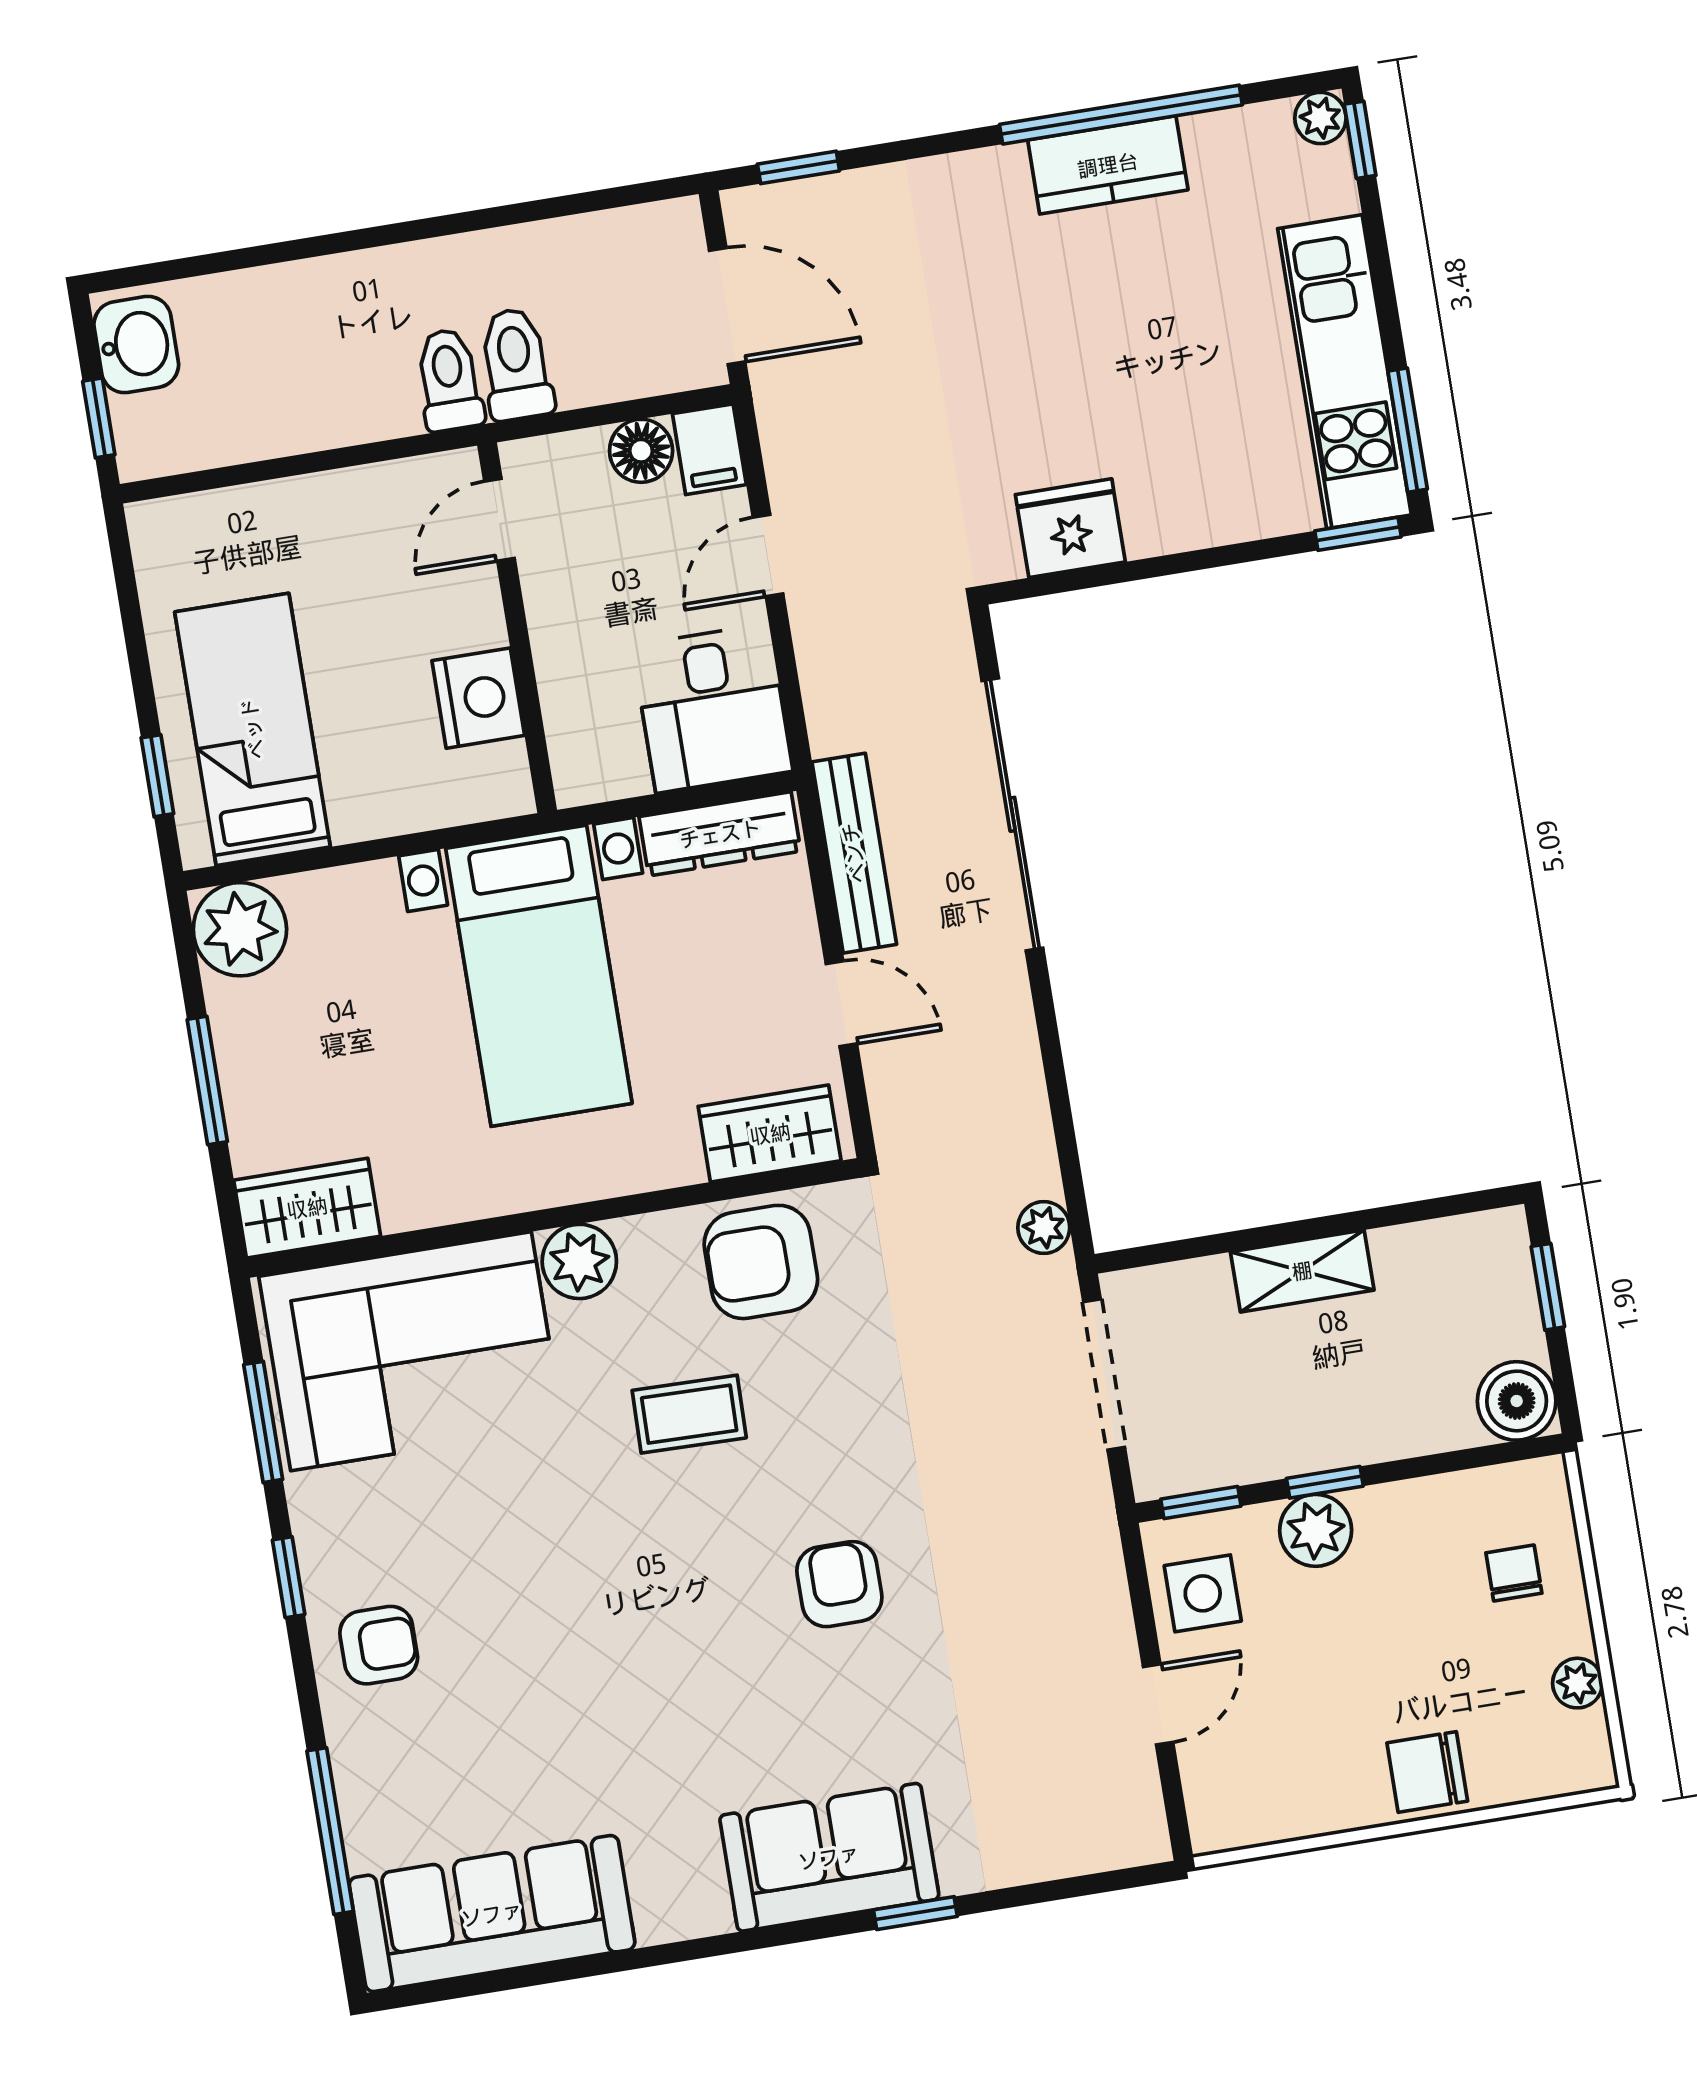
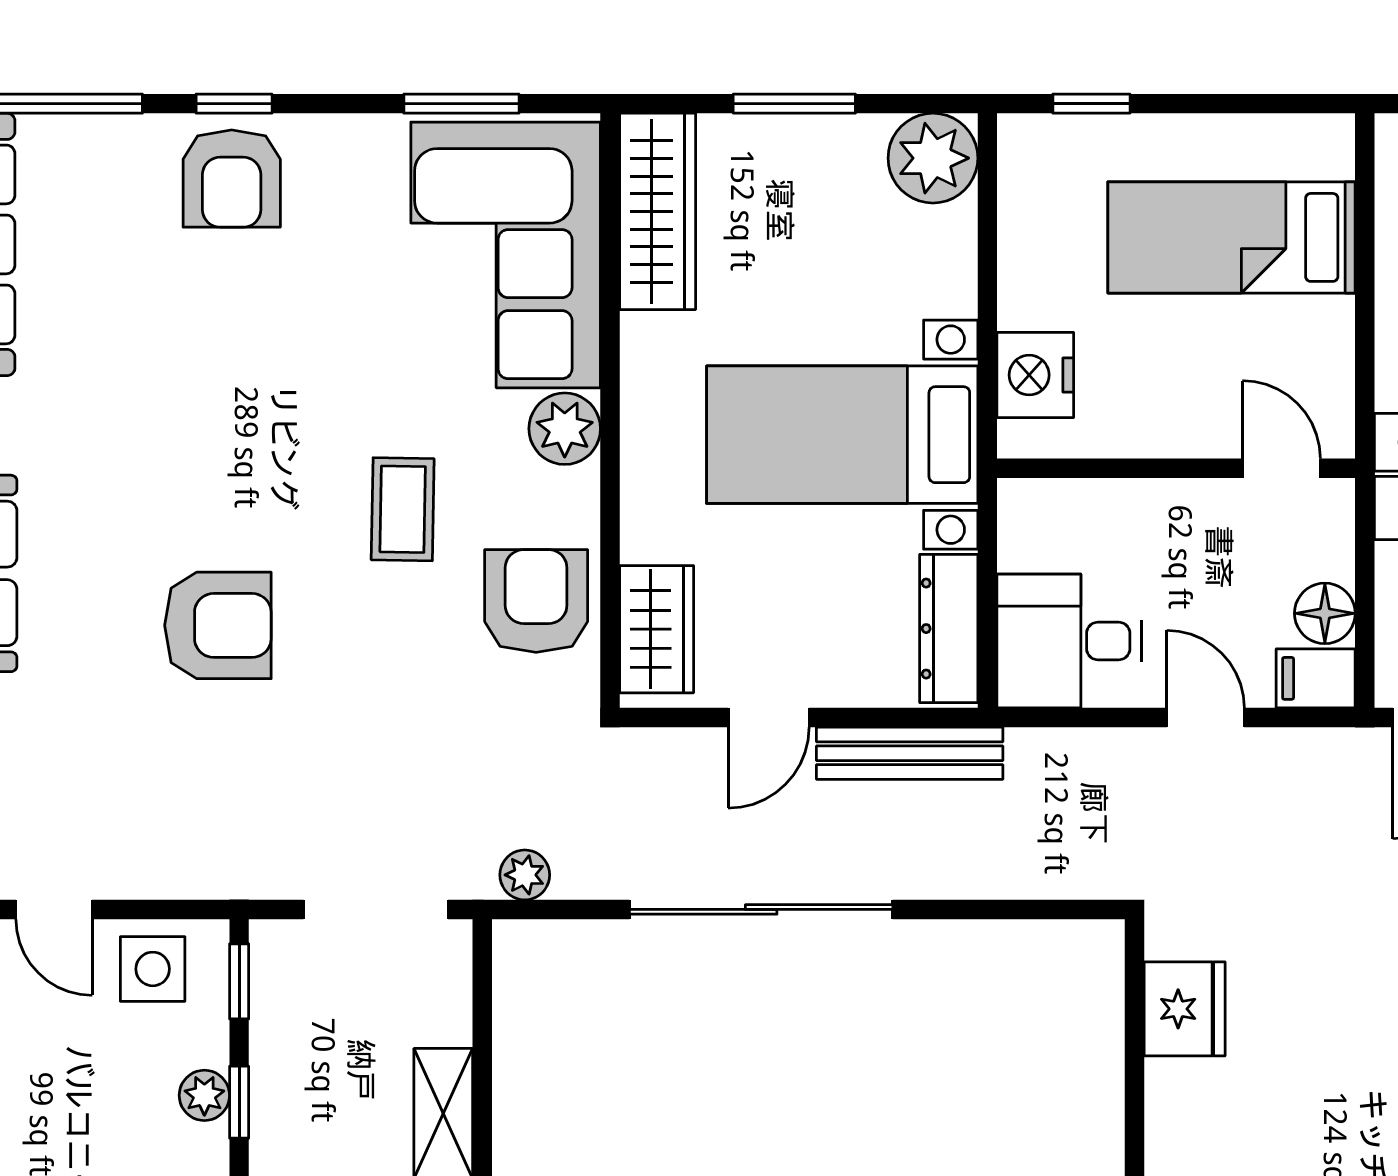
nightstand: (478, 698) -> (1035, 375), moved, turned 90
bed: (253, 729) -> (1231, 237), moved, turned 180
sliding door: (1012, 814) -> (761, 909), moved
wardrobe: (307, 1208) -> (658, 211), width x1.50
plant: (1316, 1530) -> (204, 1095), width x0.73, depth x0.73
window: (289, 1577) -> (234, 104), moved
armchair: (839, 1584) -> (218, 625), width x1.38, depth x1.38
armchair: (379, 1645) -> (232, 179), width x1.38, depth x1.38

